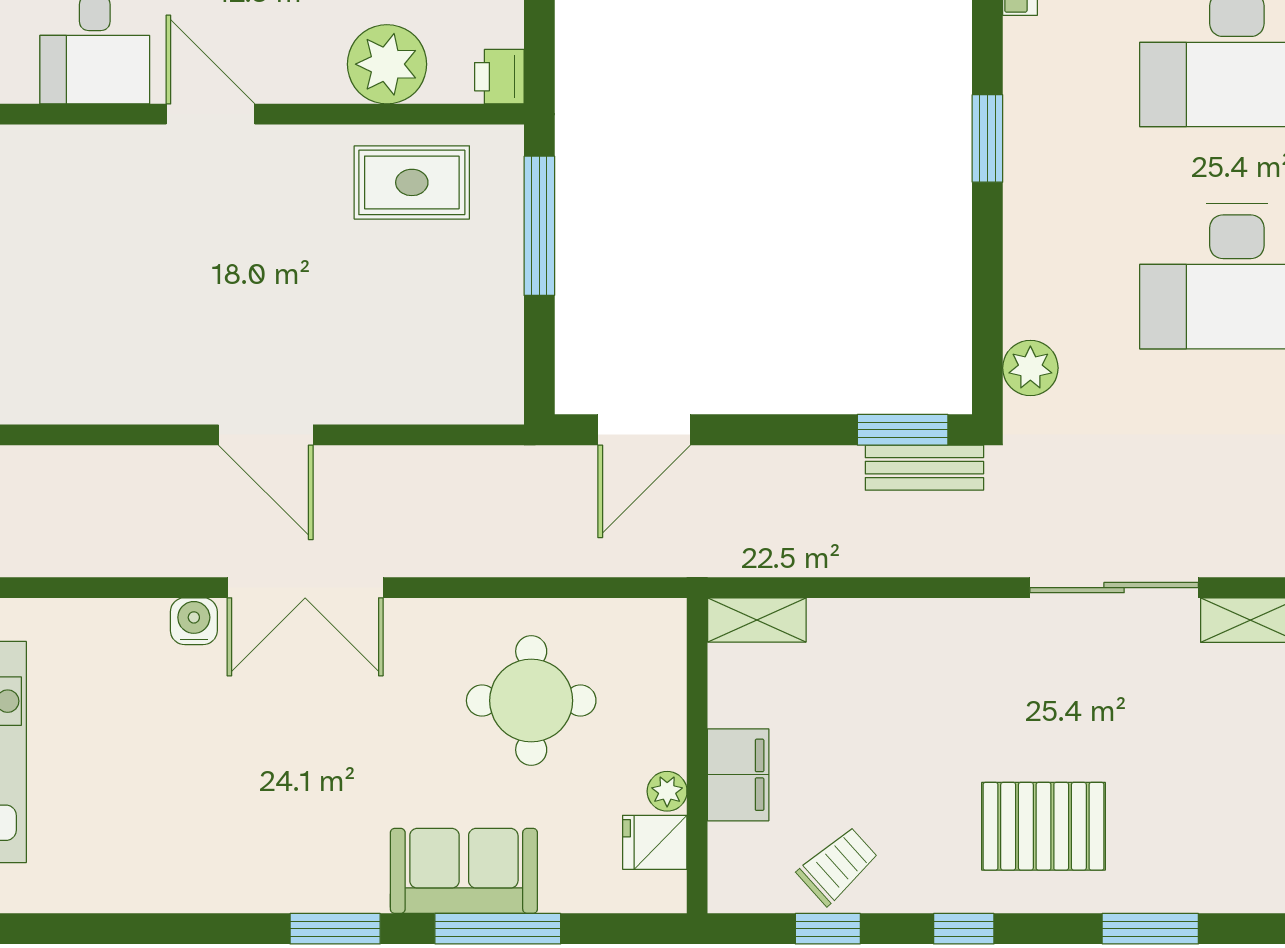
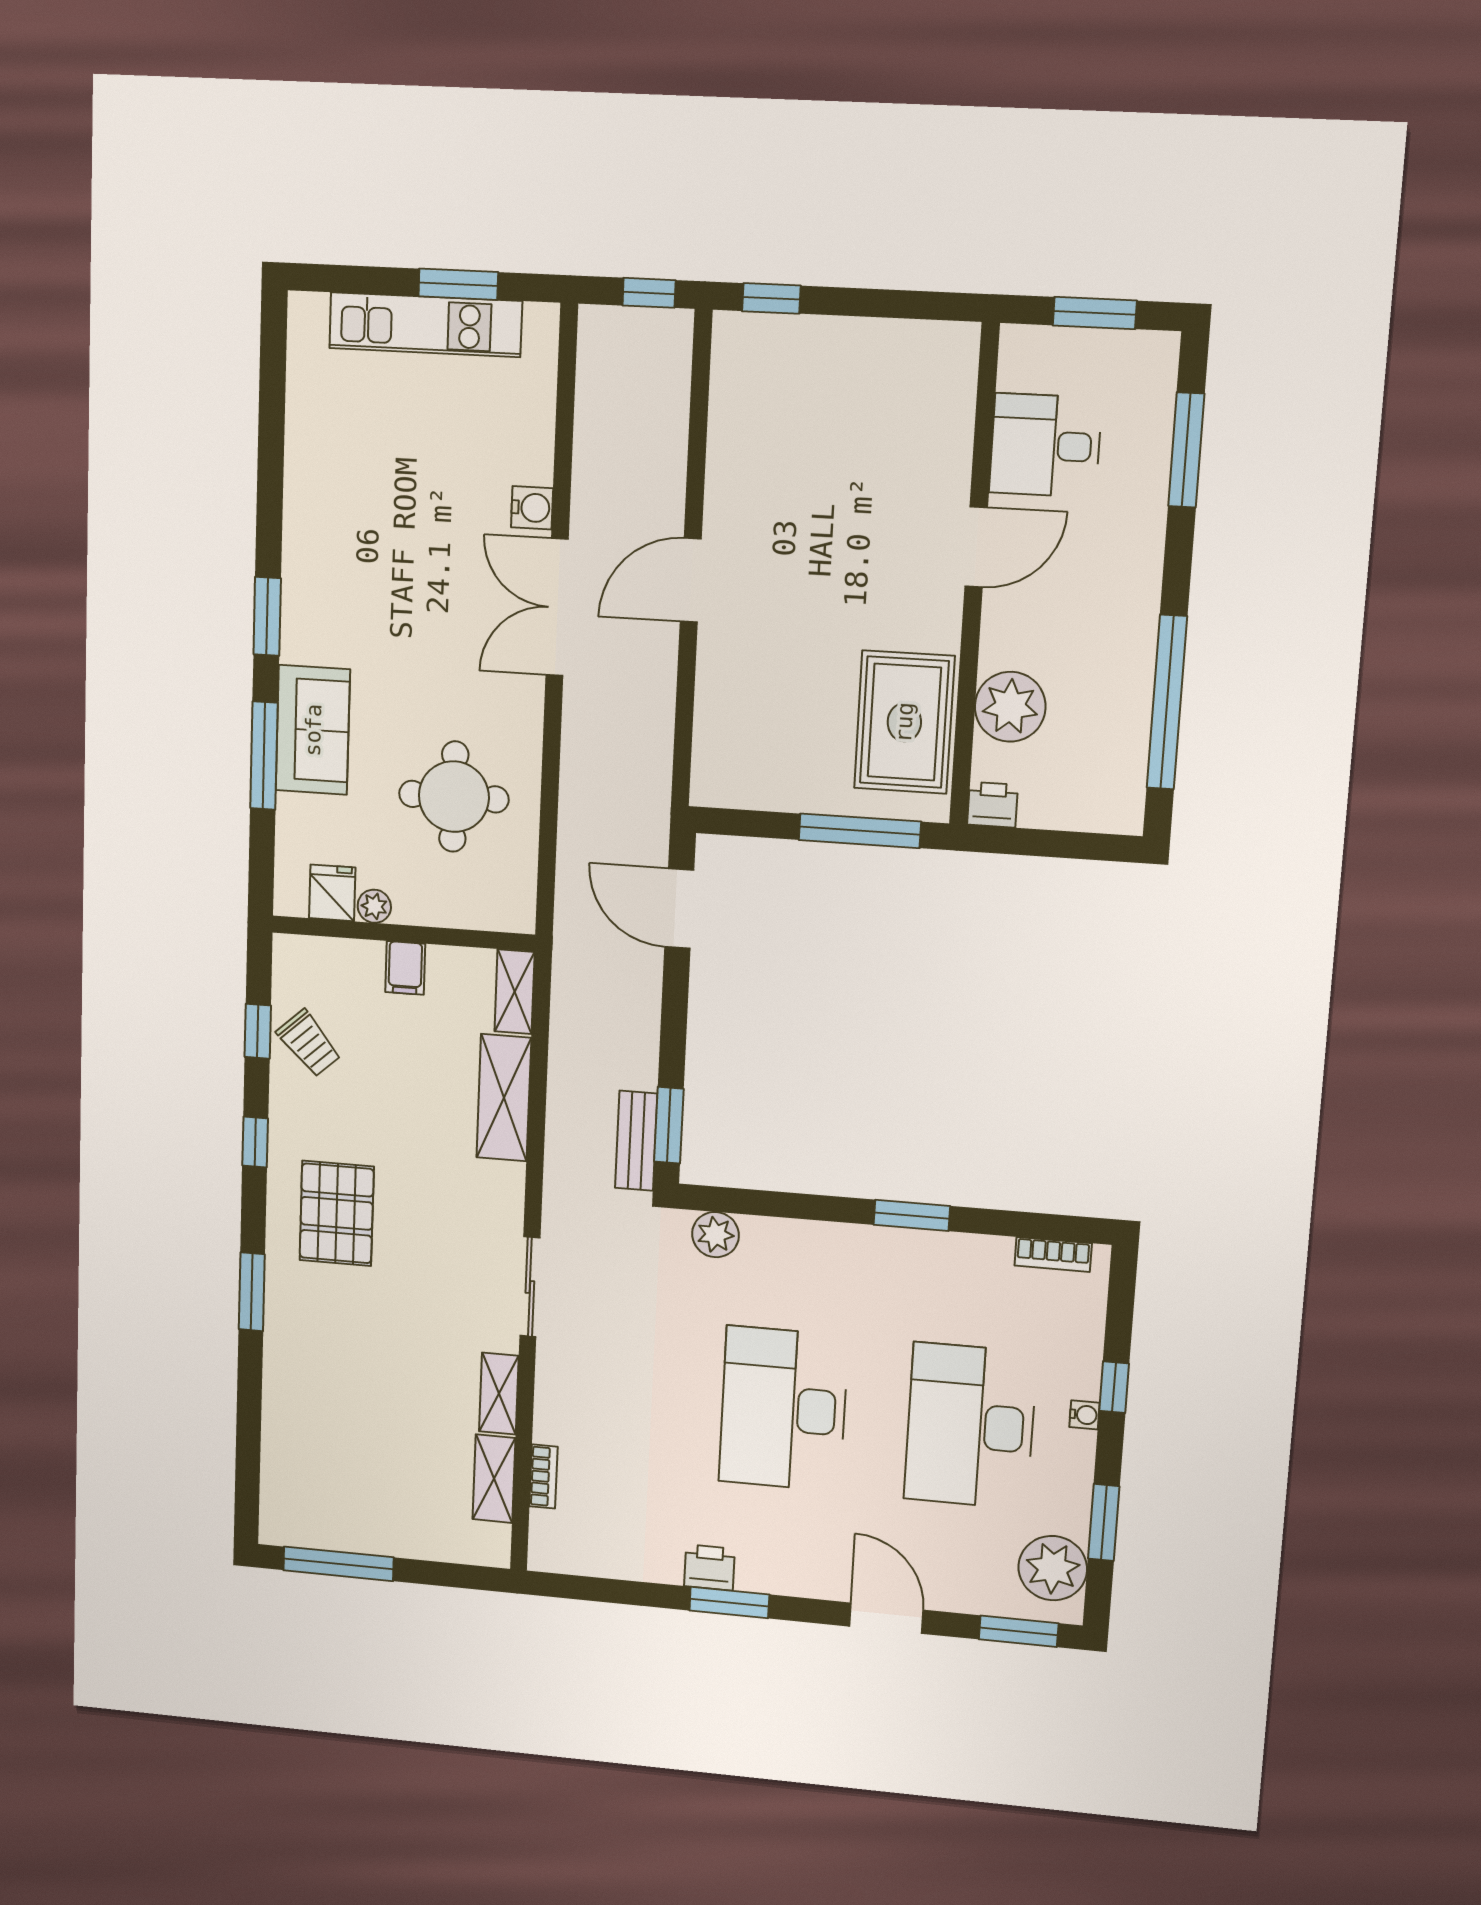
rug: (412, 182) -> (904, 722), width x1.36, depth x1.43
sliding door: (1114, 588) -> (530, 1287), width x0.73
shelving: (885, 628) -> (504, 1098), added
filing cabinet: (738, 775) -> (405, 968), width x0.50

